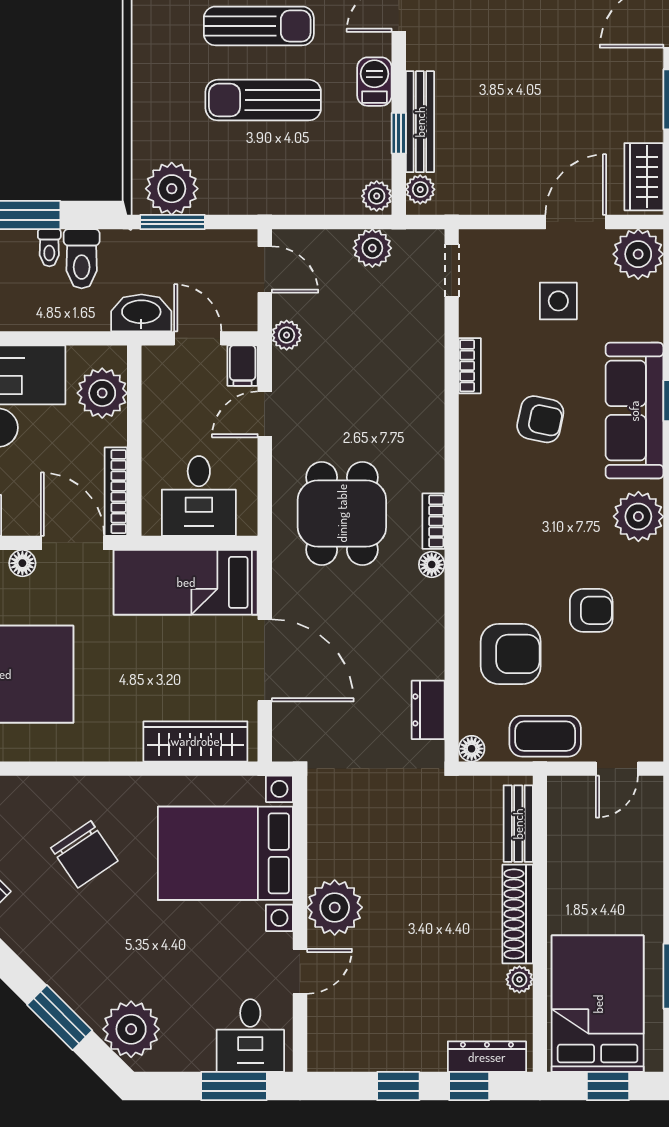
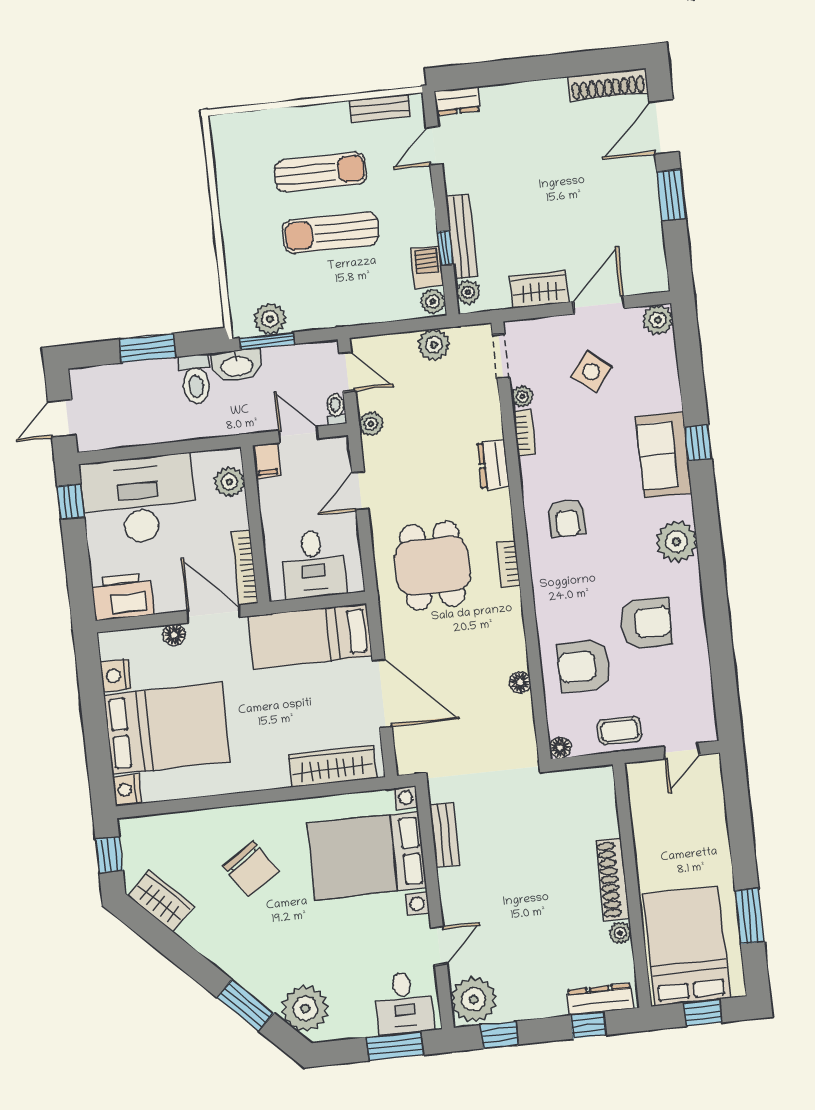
barbecue: (374, 82) -> (427, 267), moved
wardrobe: (644, 177) -> (539, 289), moved, turned 90
plant: (172, 189) -> (270, 319), width x0.73, depth x0.73
toilet: (49, 248) -> (336, 409), moved, turned 180
plant: (638, 254) -> (658, 320), width x0.73, depth x0.73
side table: (558, 301) -> (591, 372), turned 38
washbasin: (141, 313) -> (237, 366), moved, turned 180
plant: (472, 322) -> (522, 397), added
filing cabinet: (243, 366) -> (267, 461), moved
plant: (102, 393) -> (229, 482), width x0.73, depth x0.73
sofa: (634, 411) -> (664, 455), width x0.73
armchair: (540, 419) -> (567, 518), moved, turned 78
floor lamp: (432, 565) -> (520, 682), moved
armchair: (591, 610) -> (646, 623), width x1.38, depth x1.38
armchair: (511, 654) -> (584, 666), turned 180
dresser: (428, 710) -> (493, 465), moved
coffee table: (545, 736) -> (619, 731), width x0.73, depth x0.77
bench: (518, 824) -> (445, 835), moved
plant: (335, 907) -> (474, 999), moved
window: (398, 1086) -> (500, 1035), moved

